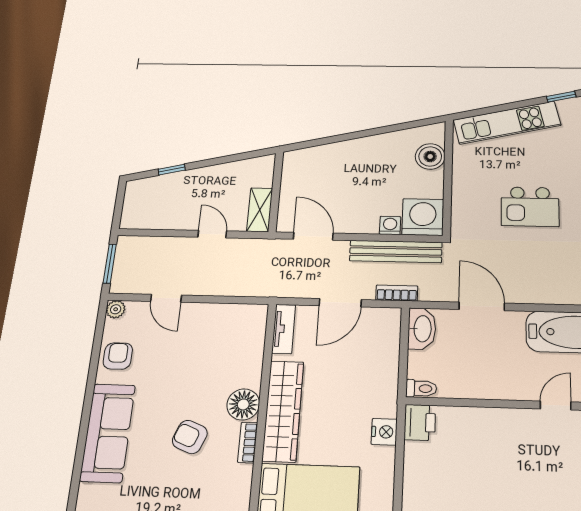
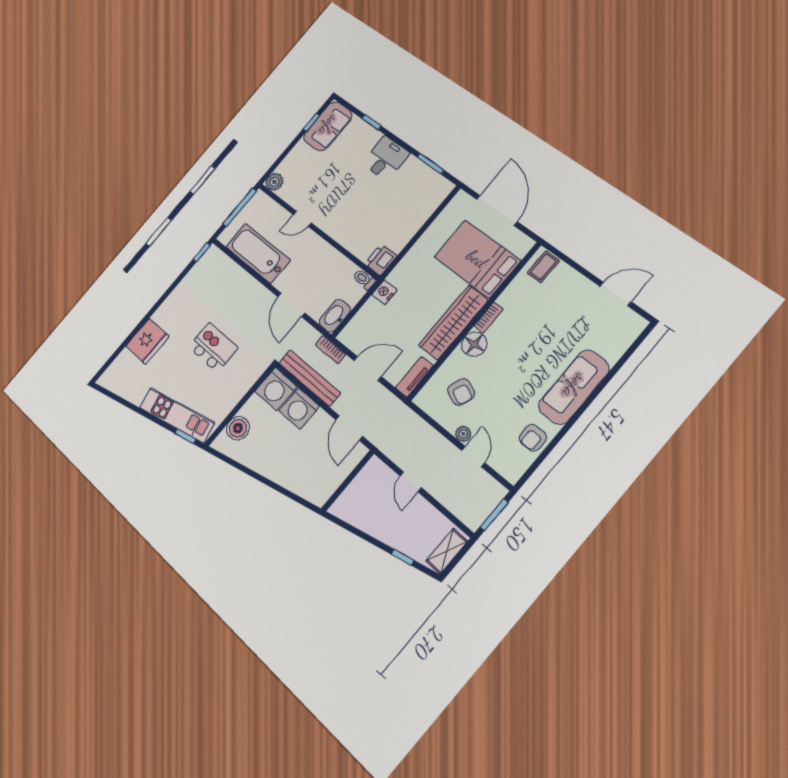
window: (561, 97) -> (185, 436), moved
shelving: (260, 210) -> (447, 551), moved
washing machine: (390, 225) -> (299, 408), width x1.89, depth x1.89
plant: (116, 309) -> (463, 434), moved
nightstand: (384, 432) -> (384, 292), moved
armchair: (190, 437) -> (461, 392), moved

